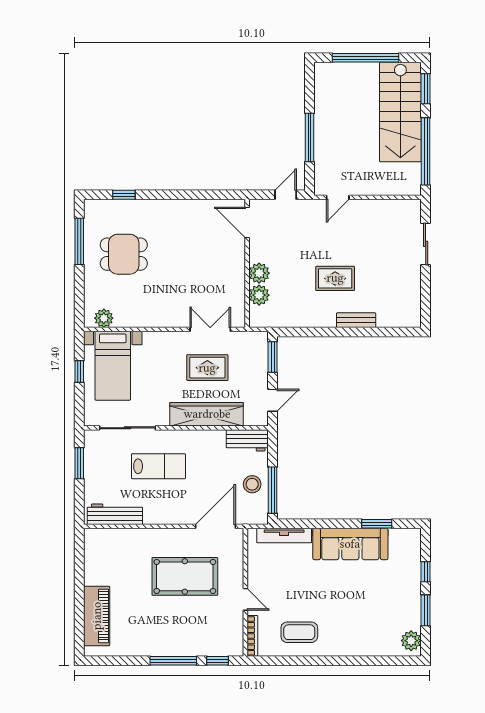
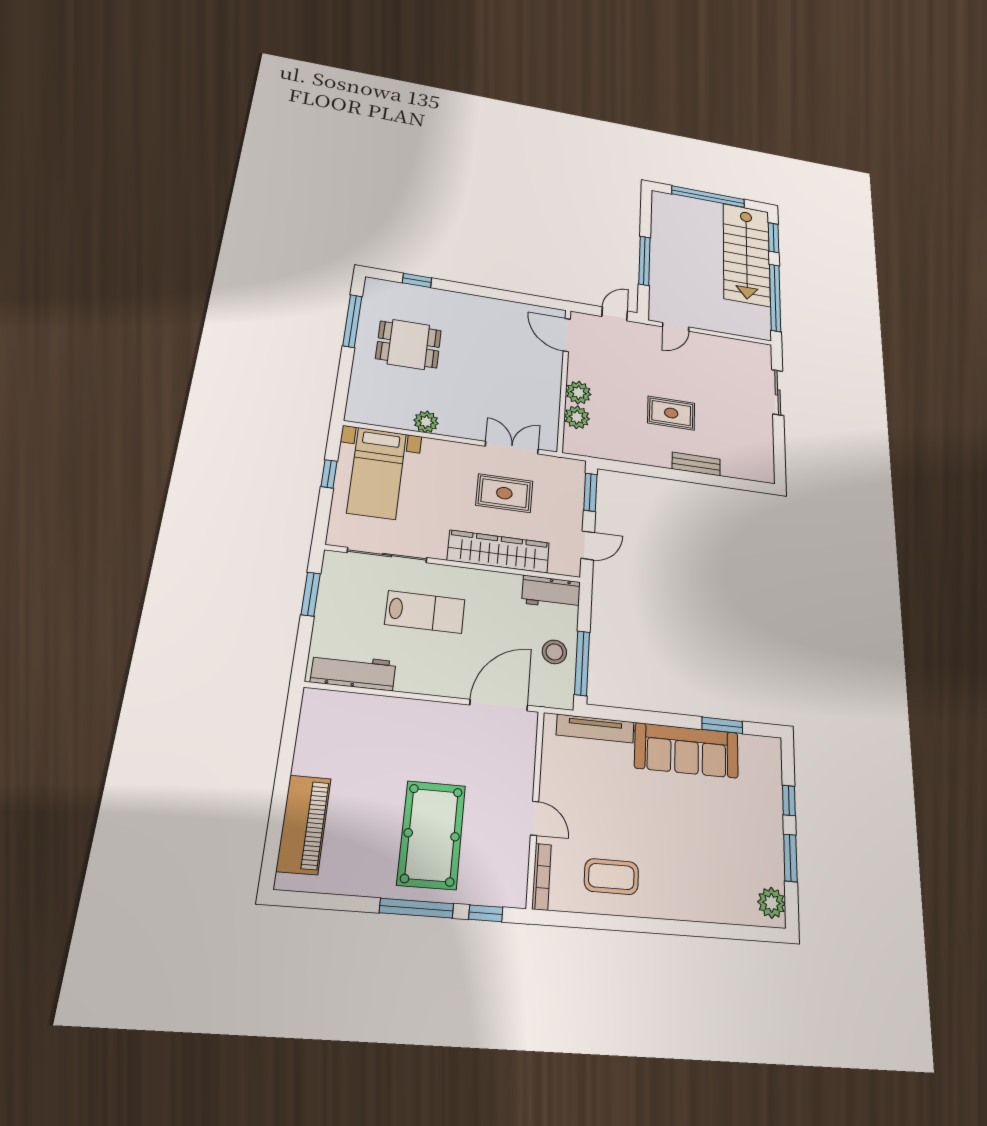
plant: (104, 318) -> (426, 422), moved
pool table: (185, 576) -> (432, 835), moved, turned 90

